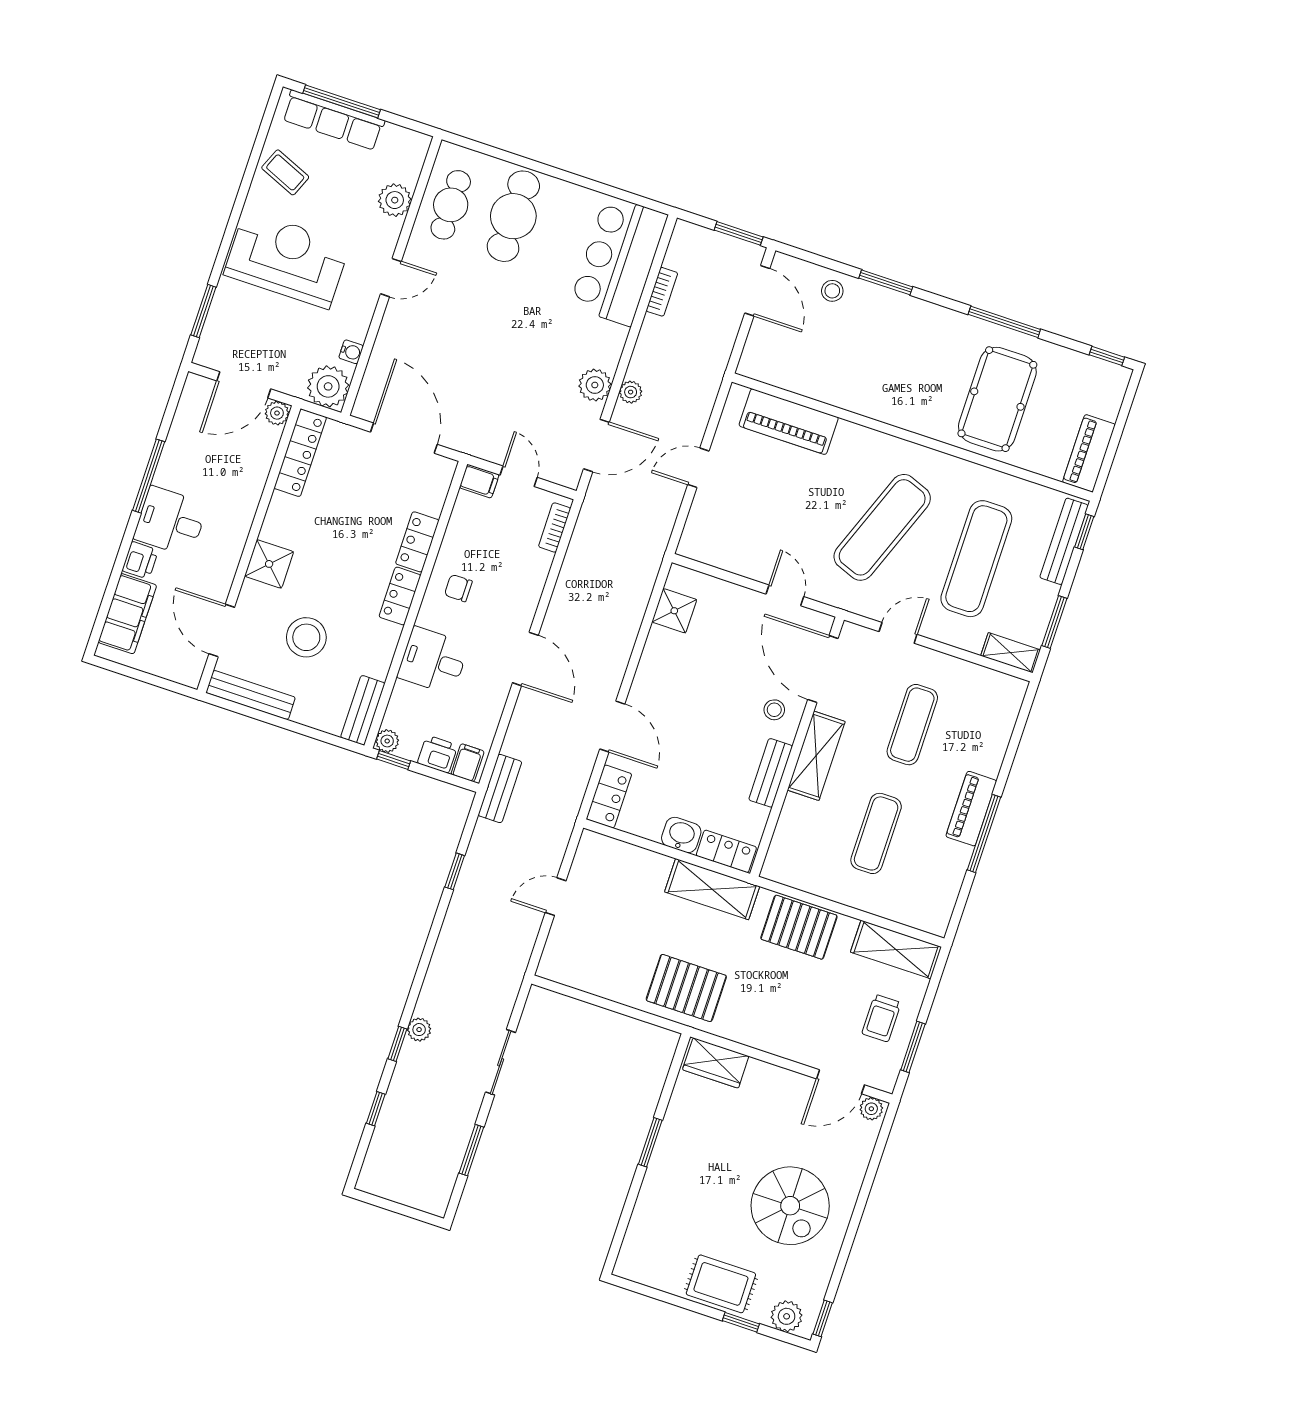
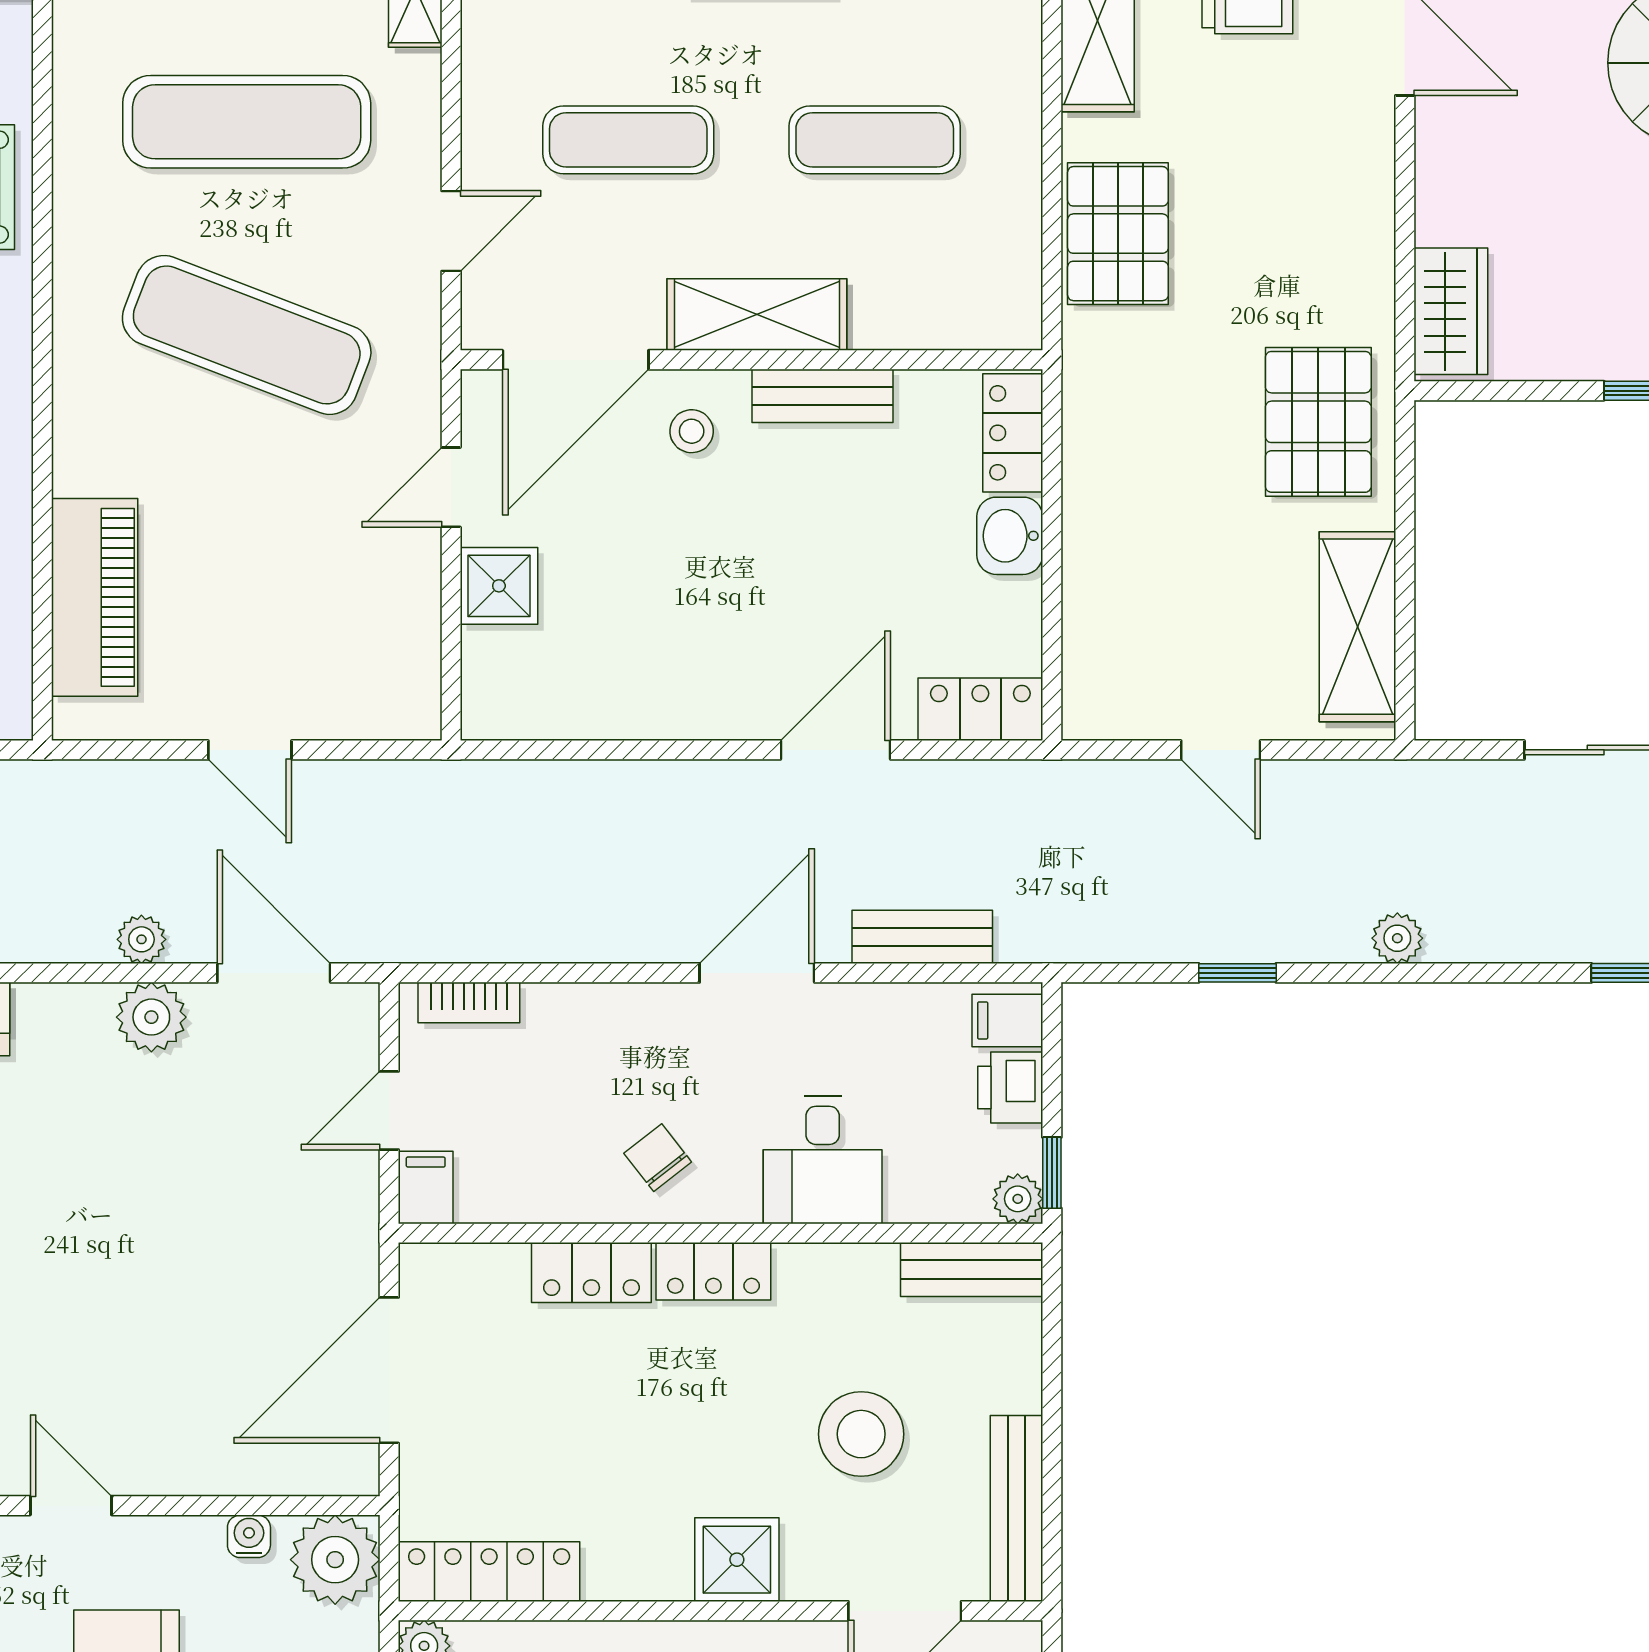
chair: (458, 588) -> (658, 1158), turned 142
shower: (674, 611) -> (499, 586), moved
door: (898, 633) -> (451, 231), swing flipped
bench: (500, 789) -> (922, 937), moved
shelving: (712, 889) -> (1358, 627), moved
plant: (419, 1030) -> (1397, 938), moved

